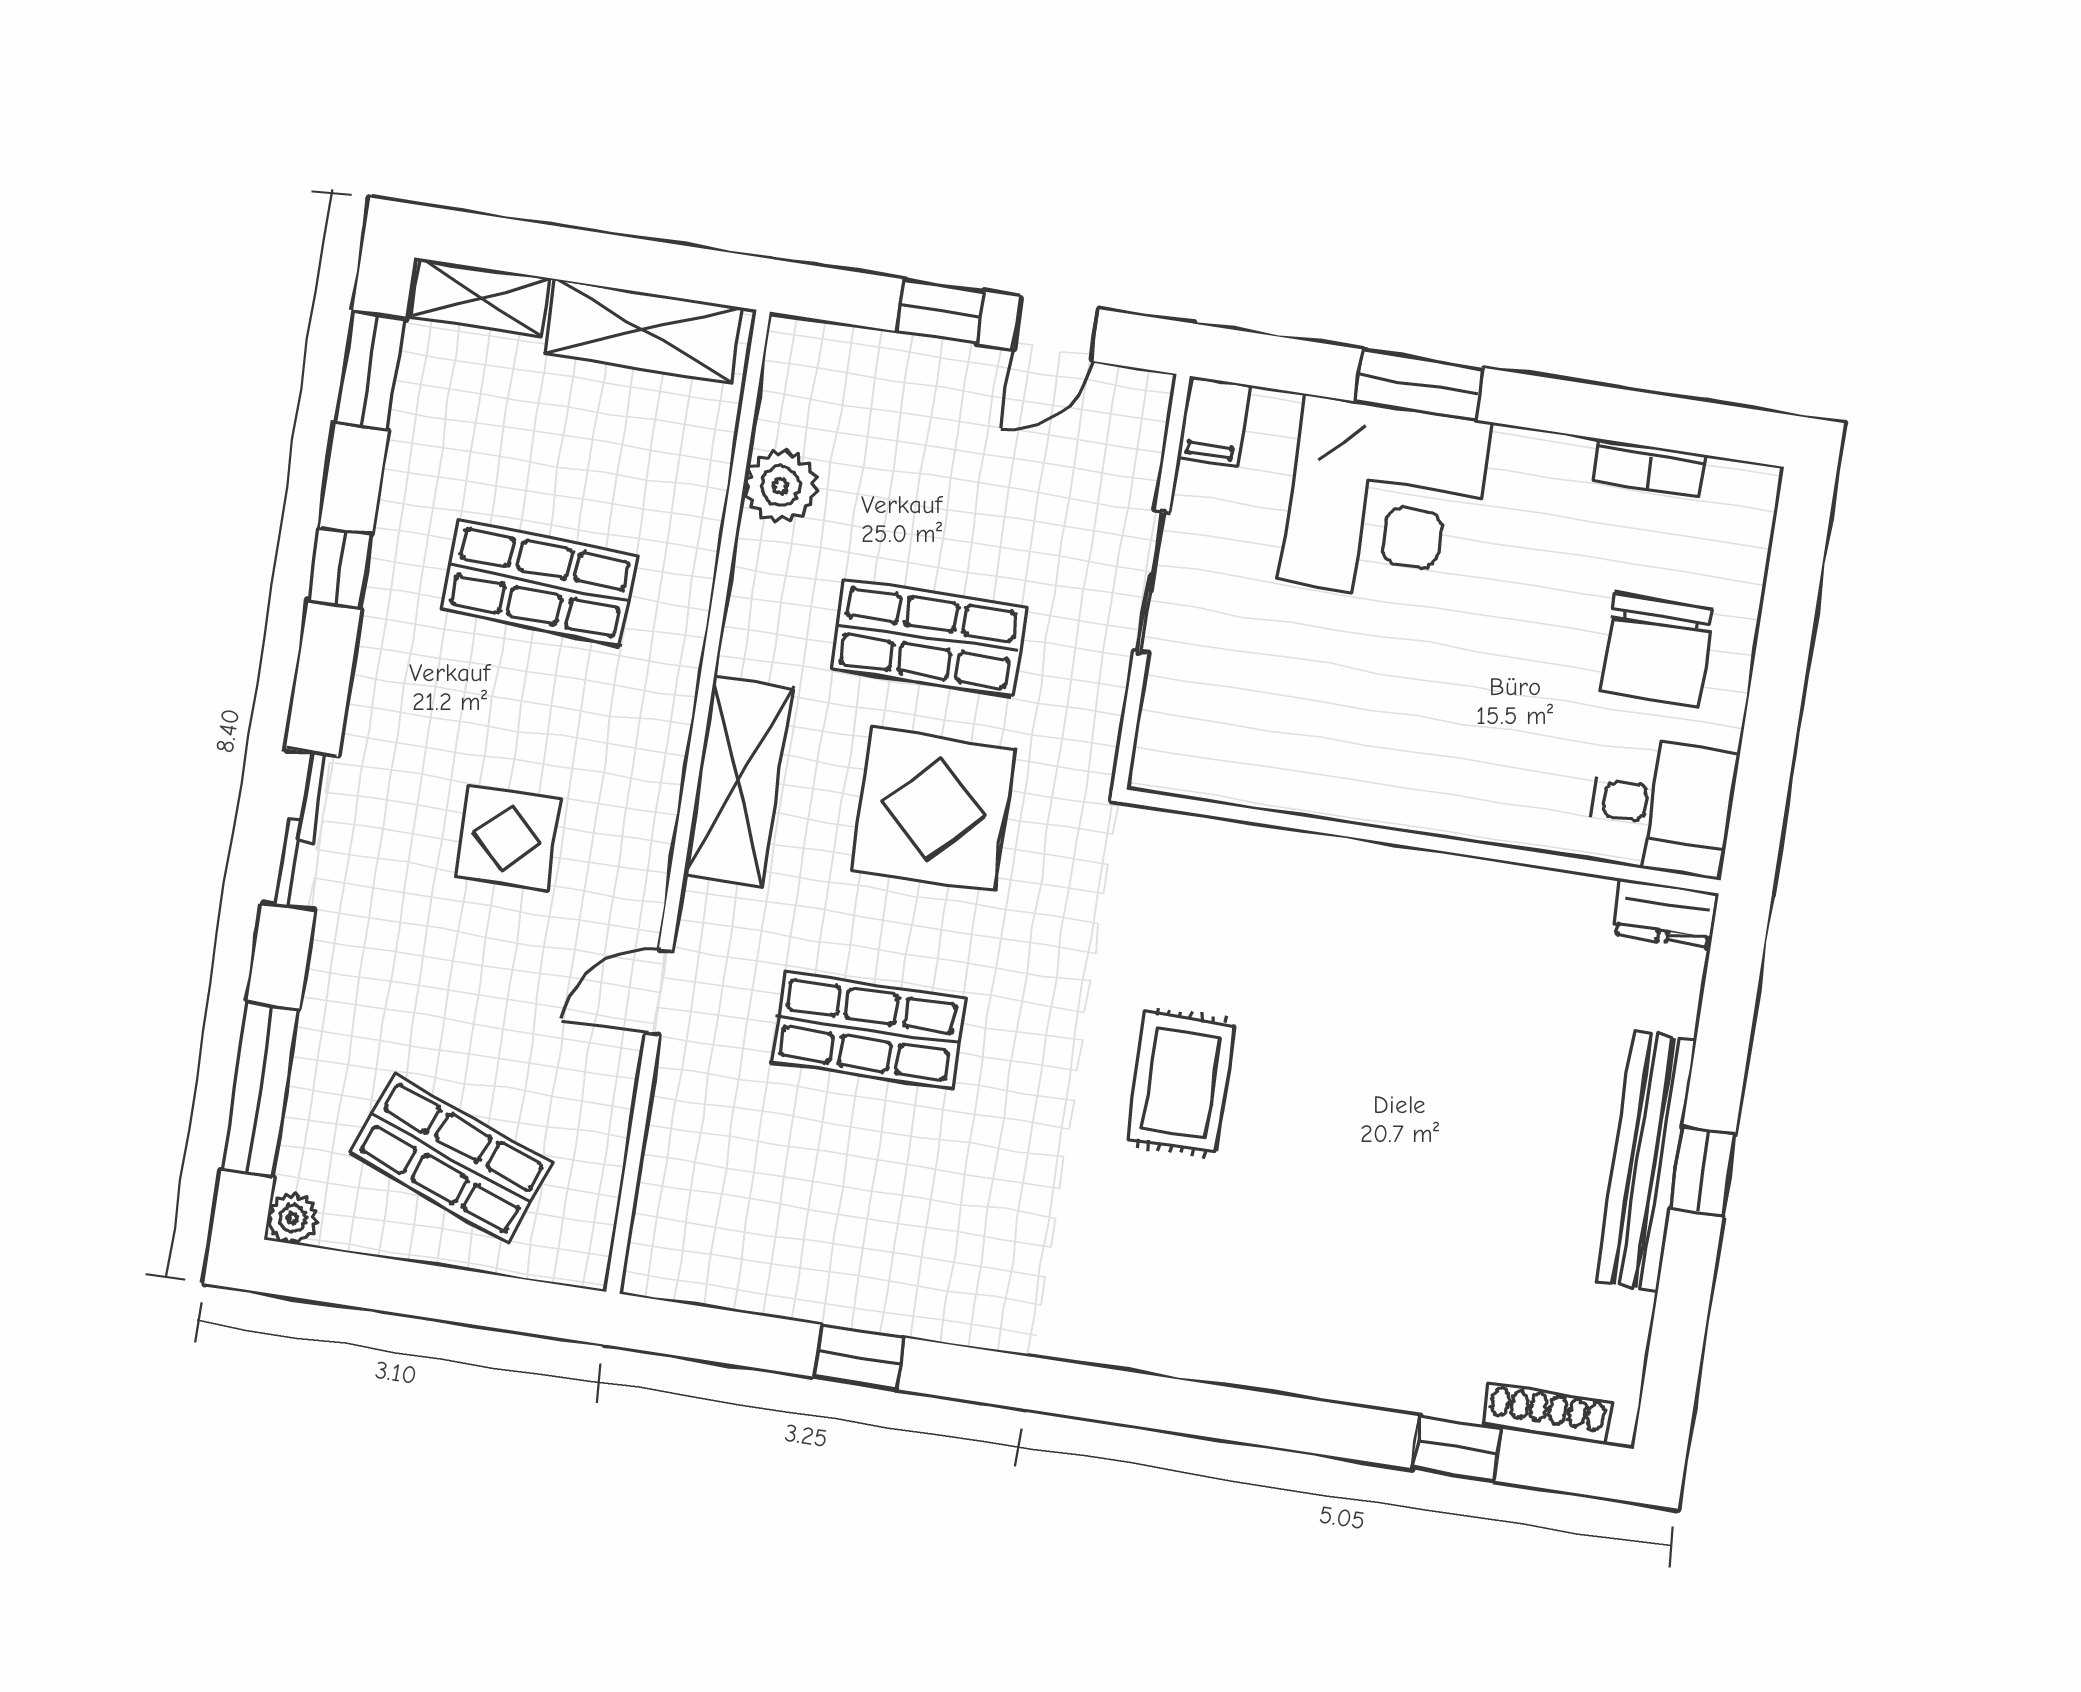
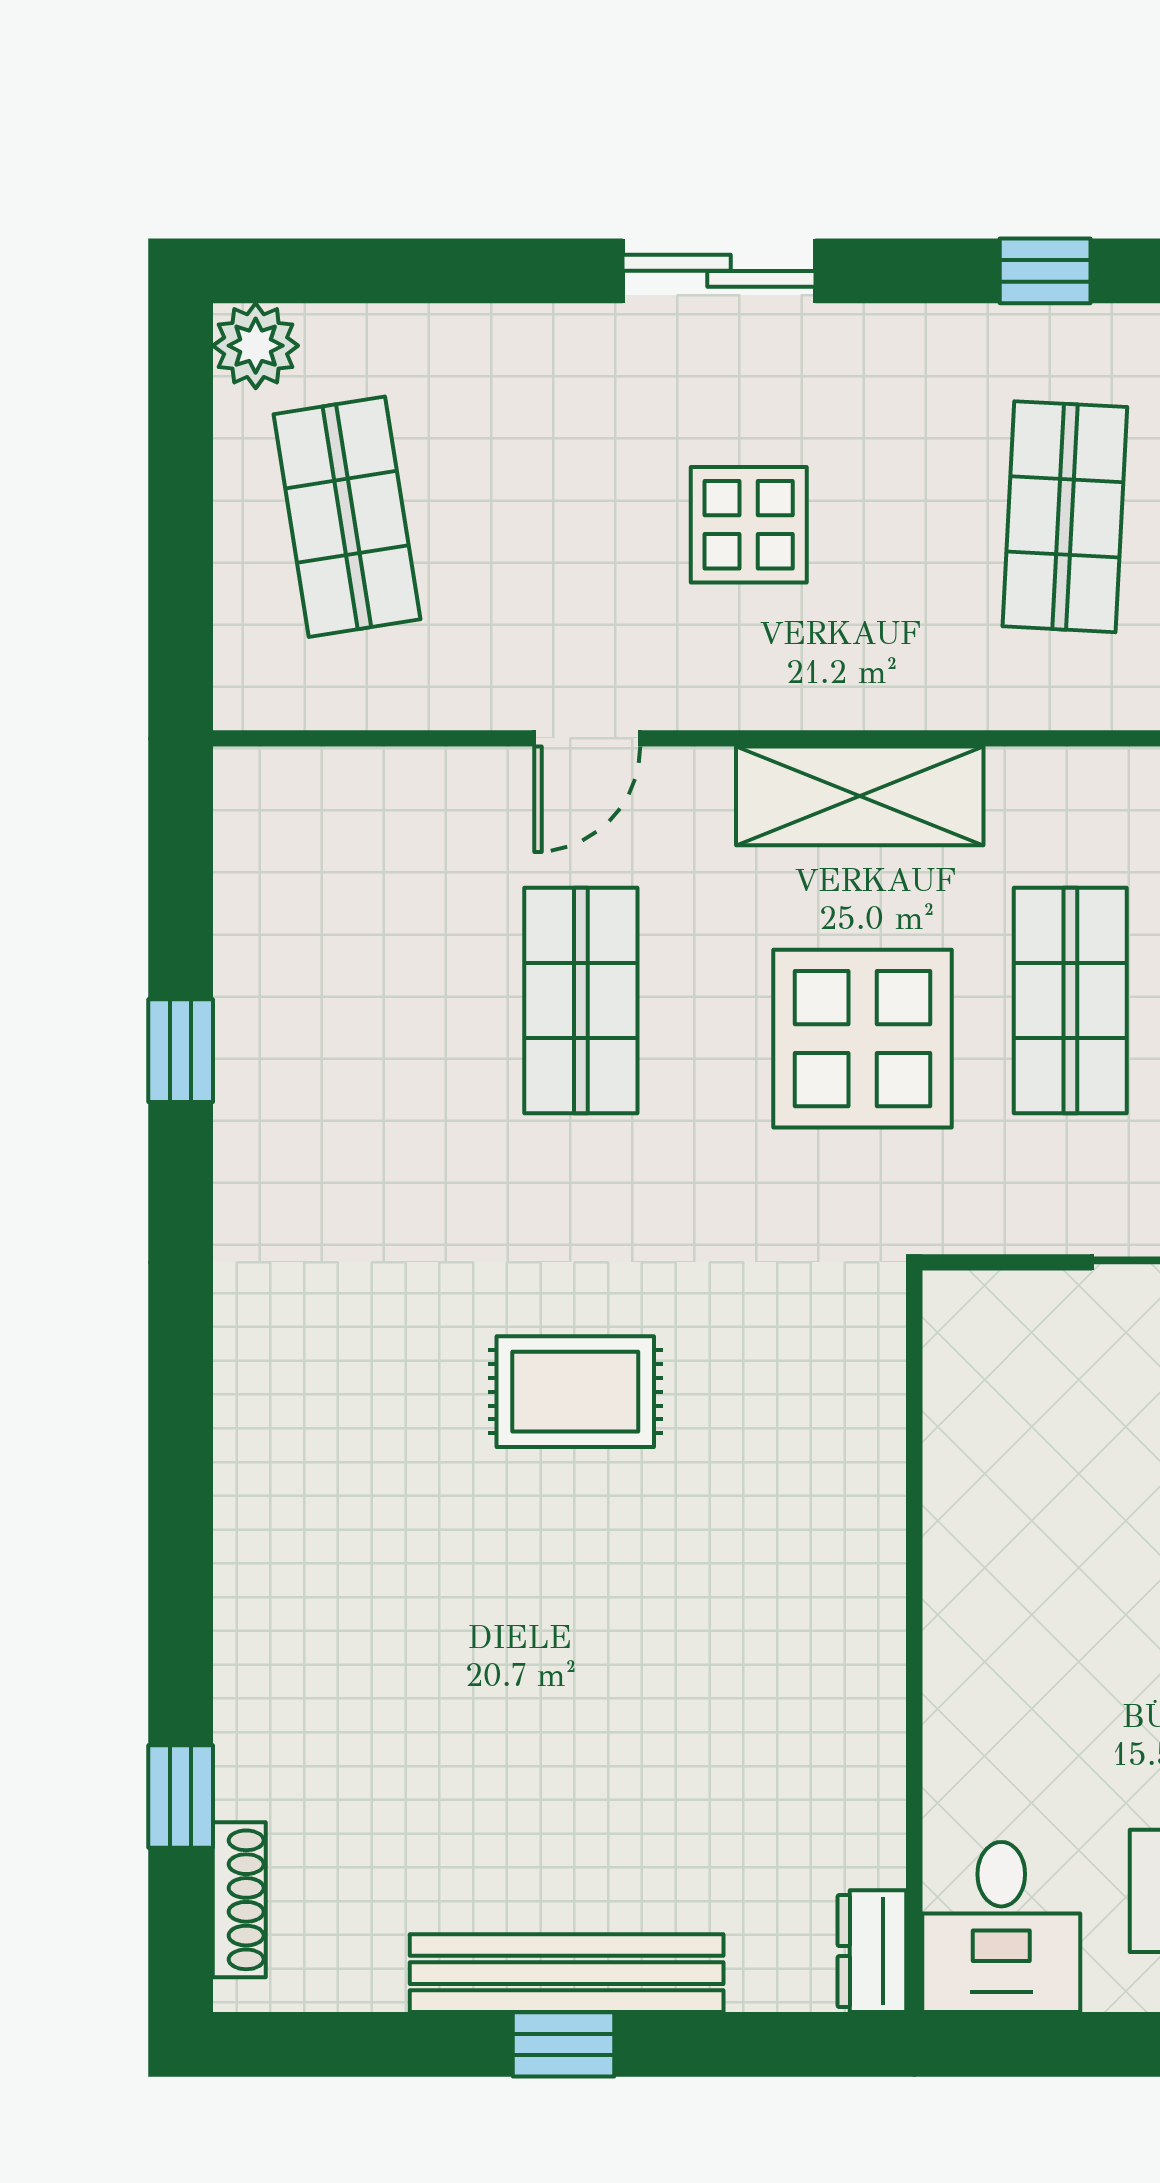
door: (659, 993) -> (587, 738), swing flipped
window: (260, 1090) -> (395, 271), removed
shop shelf: (452, 1158) -> (347, 517), turned -30
plant: (293, 1218) -> (256, 346), width x1.38, depth x1.38

